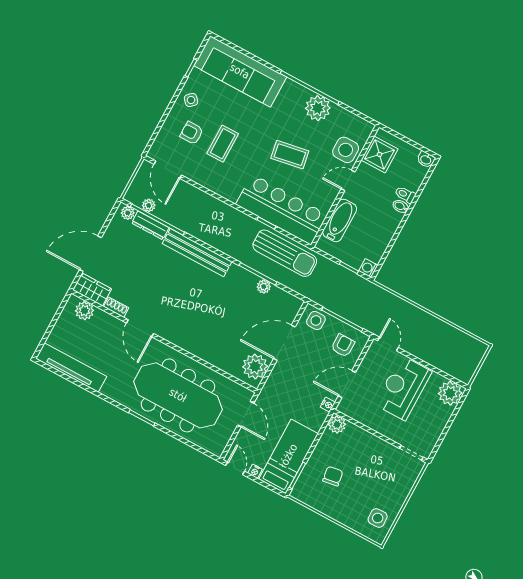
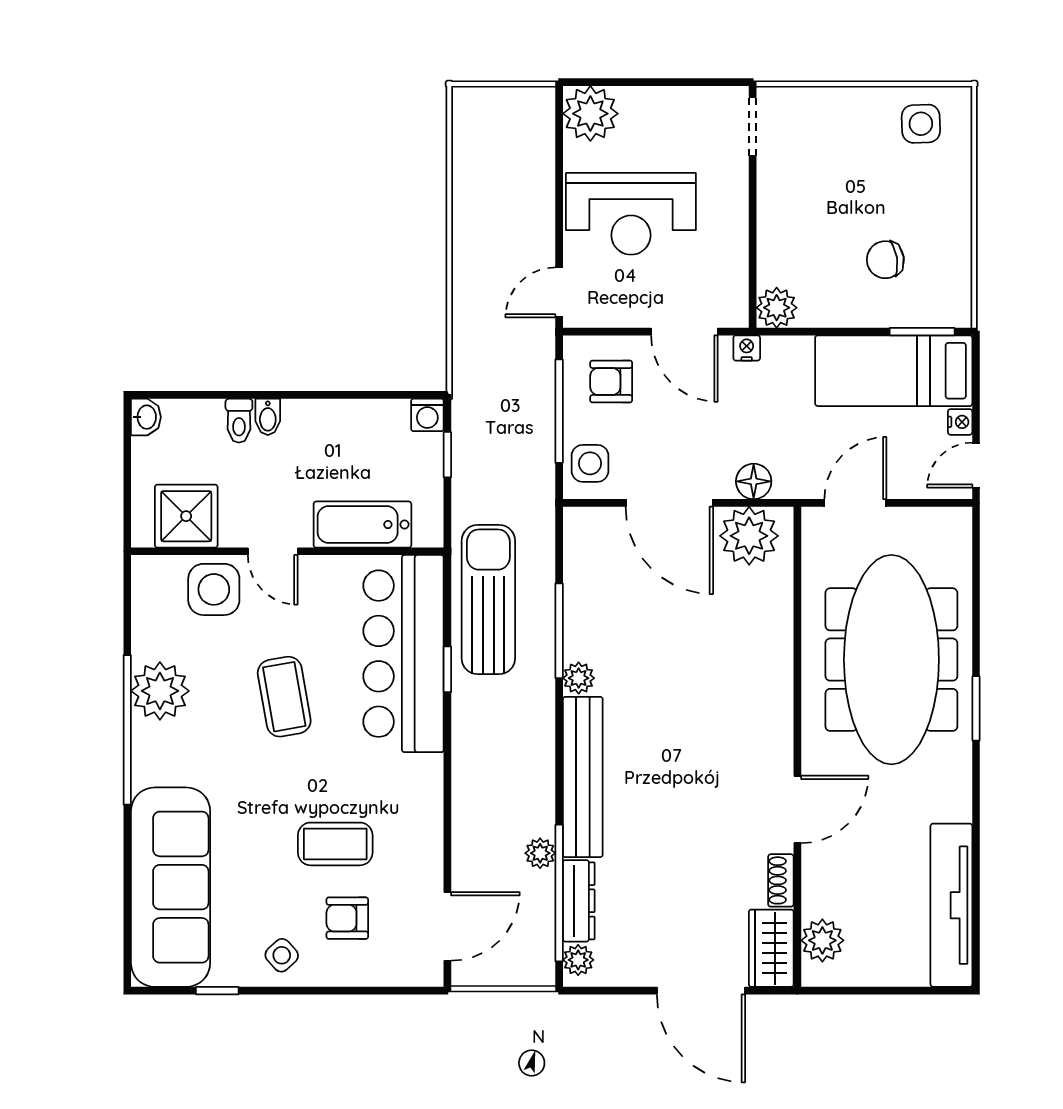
armchair: (192, 133) -> (347, 918), turned 90
plant: (149, 205) -> (540, 853), moved
plant: (264, 287) -> (579, 678), moved
floor lamp: (275, 380) -> (754, 481), added

